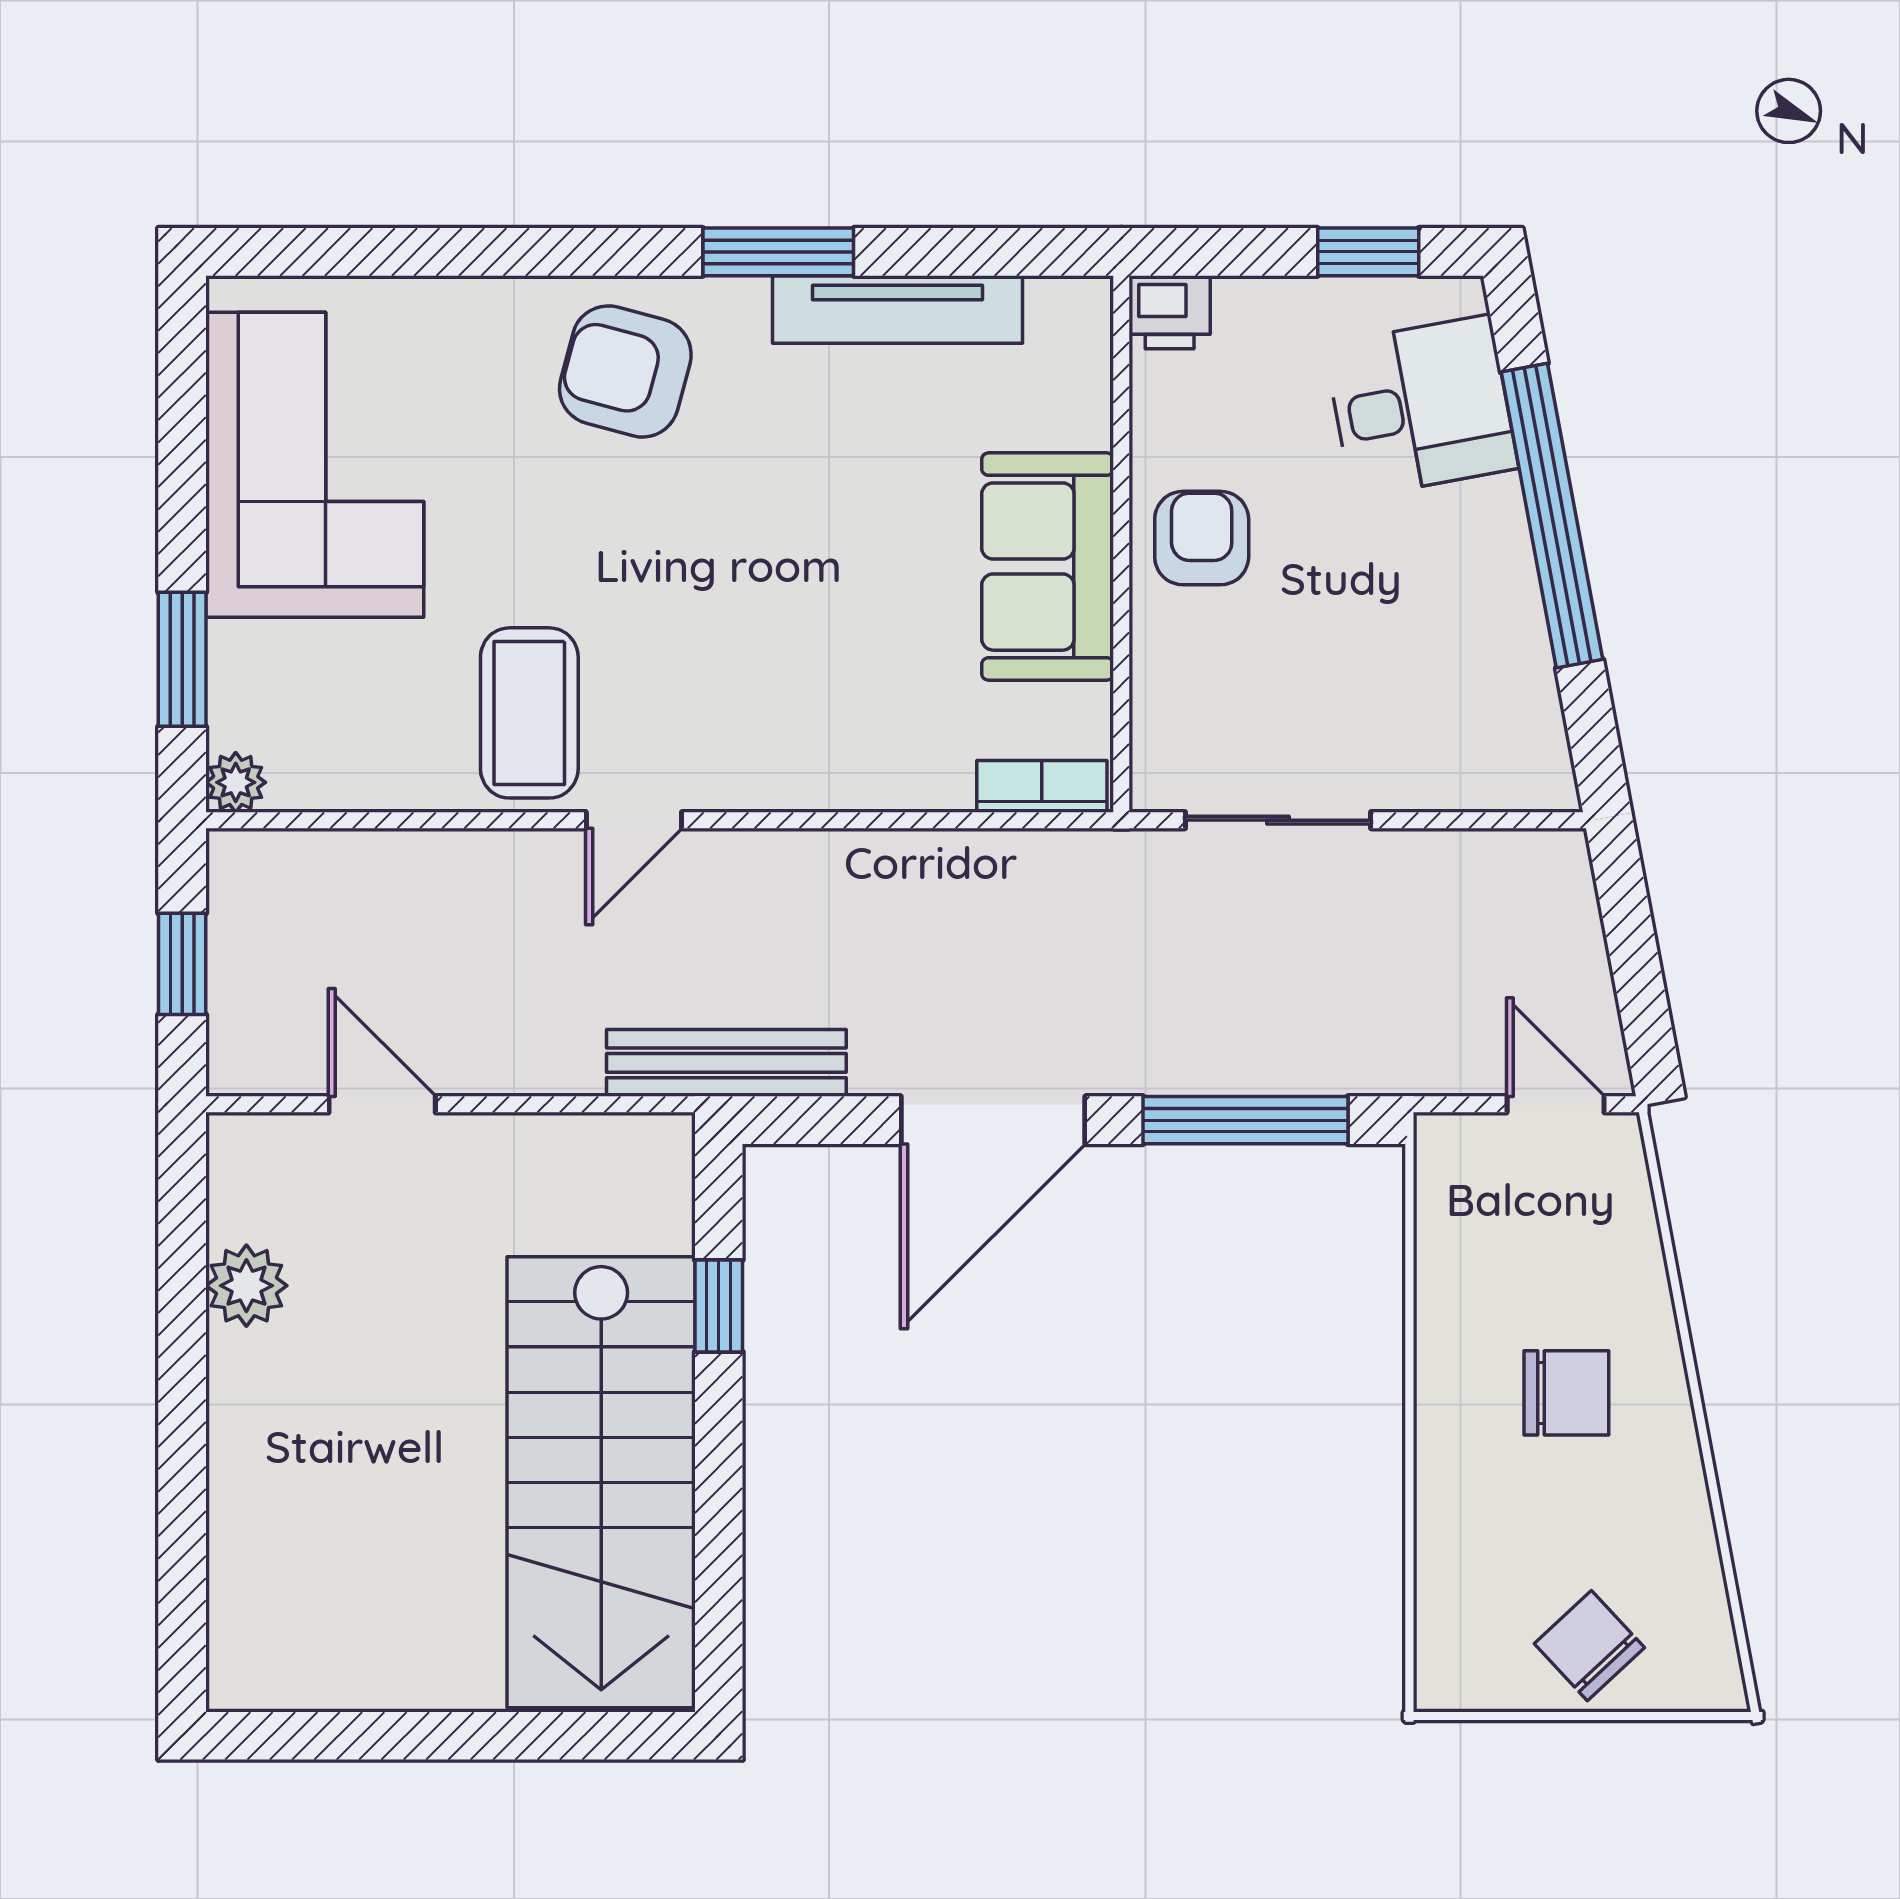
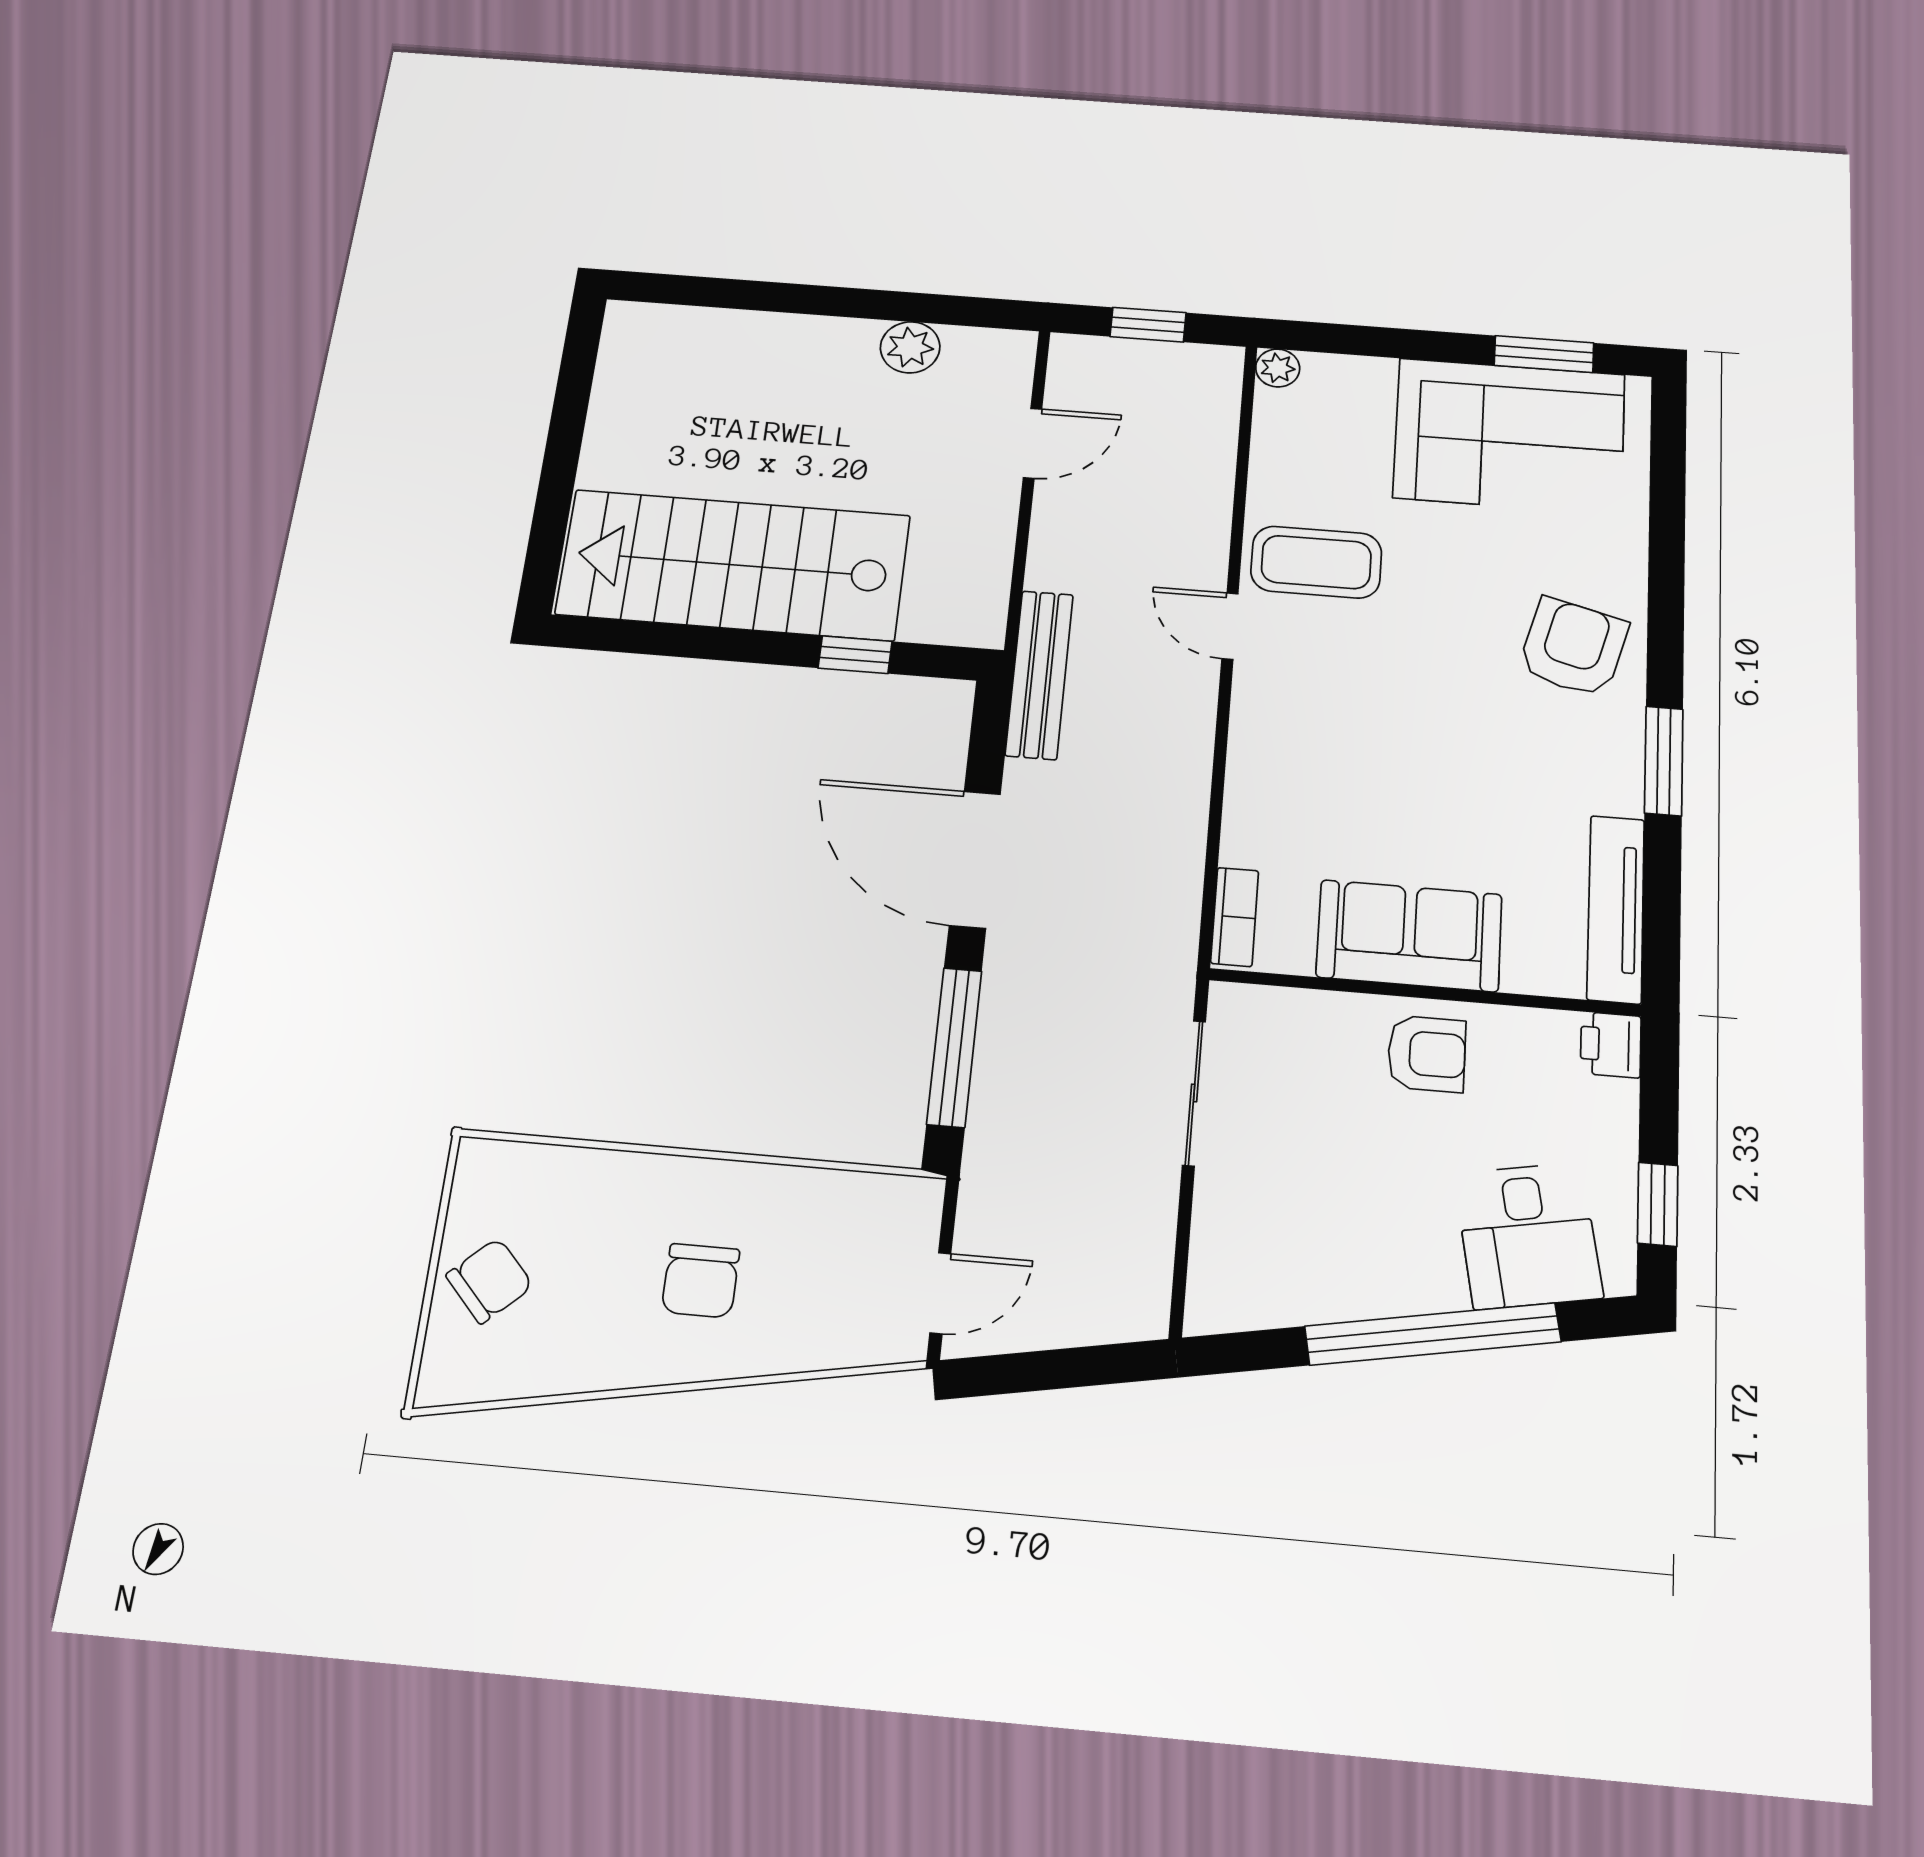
tv unit: (898, 309) -> (1616, 909), moved
window: (182, 659) -> (1544, 354), moved

